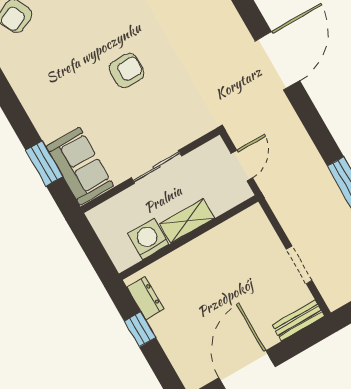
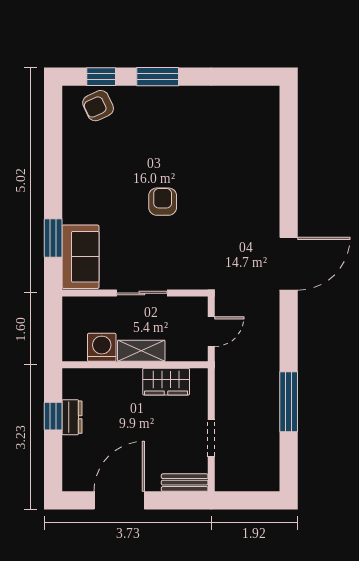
armchair: (127, 71) -> (163, 202), turned -90
wardrobe: (227, 236) -> (166, 382), added
dresser: (146, 298) -> (72, 417), moved

